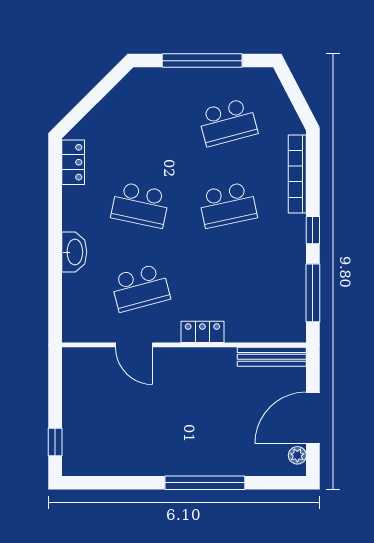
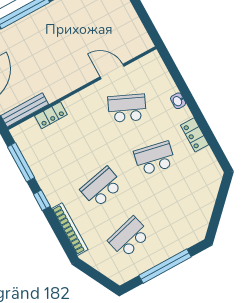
locker: (73, 162) -> (195, 135), moved
washbasin: (74, 252) -> (178, 101), width x0.52, depth x0.69
school desk: (140, 288) -> (127, 108), turned 39
locker: (202, 332) -> (51, 115), moved

